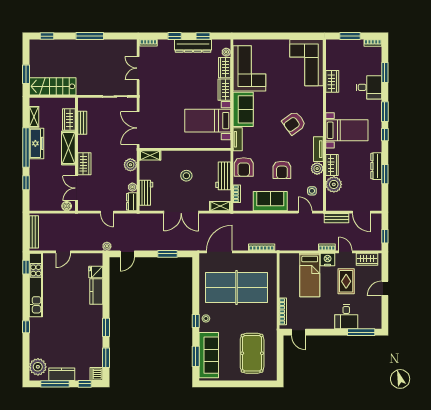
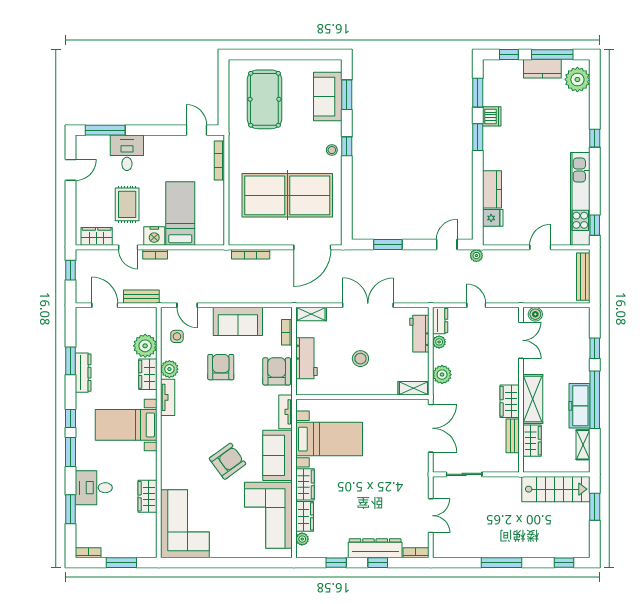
dresser: (193, 46) -> (375, 548), moved
armchair: (294, 123) -> (228, 461), moved
wardrobe: (84, 164) -> (510, 401), moved
door: (385, 288) -> (70, 170), moved
sofa: (209, 355) -> (328, 97), width x0.73
dishwasher: (96, 374) -> (492, 116), moved

